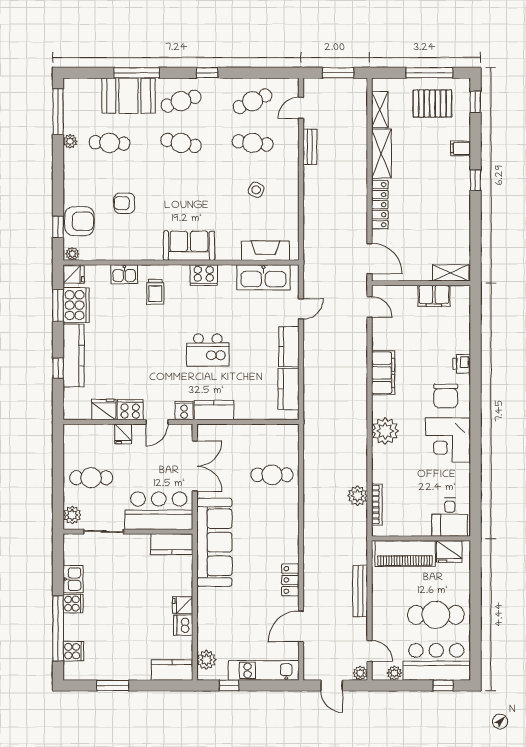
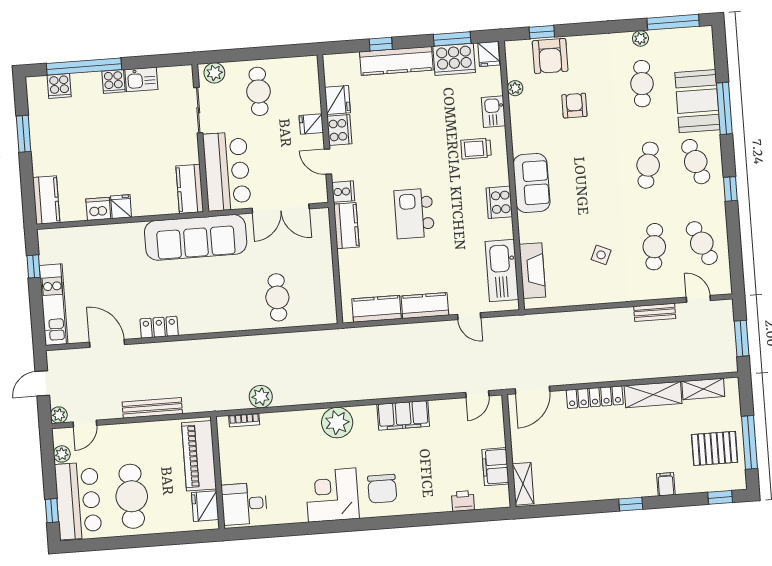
pallet: (432, 104) -> (715, 448), turned 90
plant: (72, 254) -> (515, 88), moved
printer: (462, 364) -> (463, 501), moved
chair: (446, 396) -> (382, 489), turned -90
bookcase: (377, 504) -> (244, 420), width x0.64
plant: (206, 660) -> (61, 238), removed

